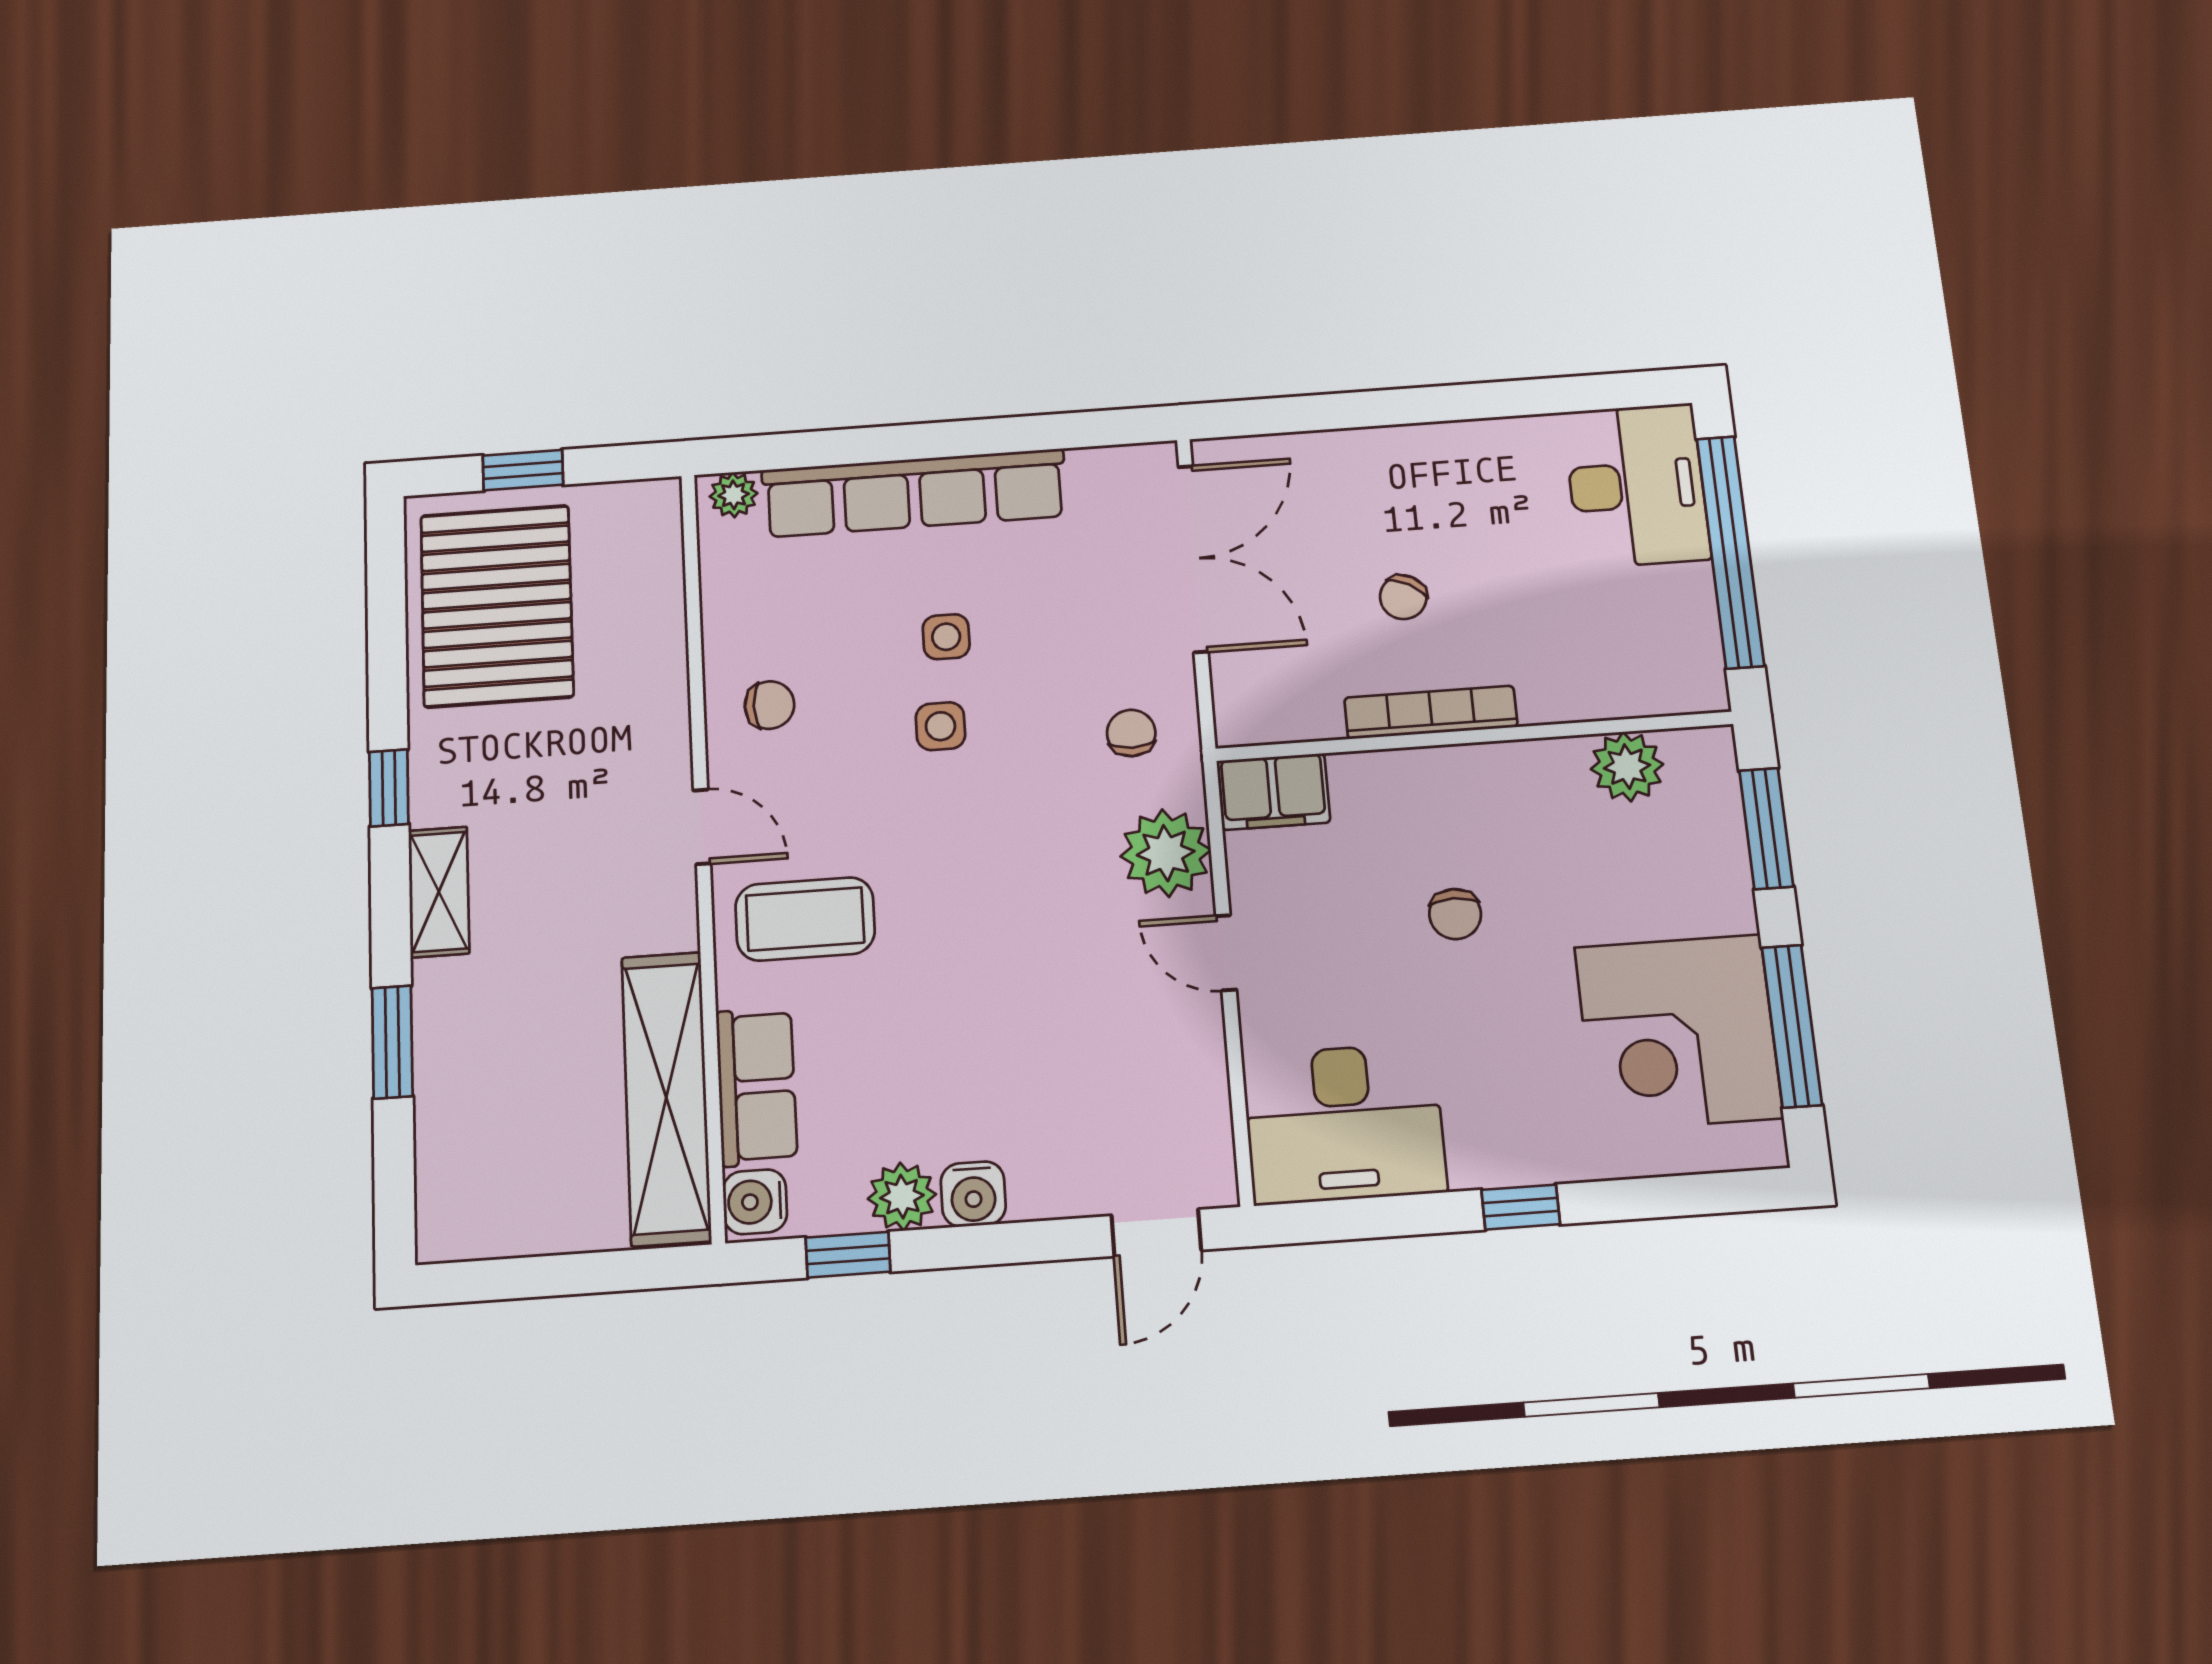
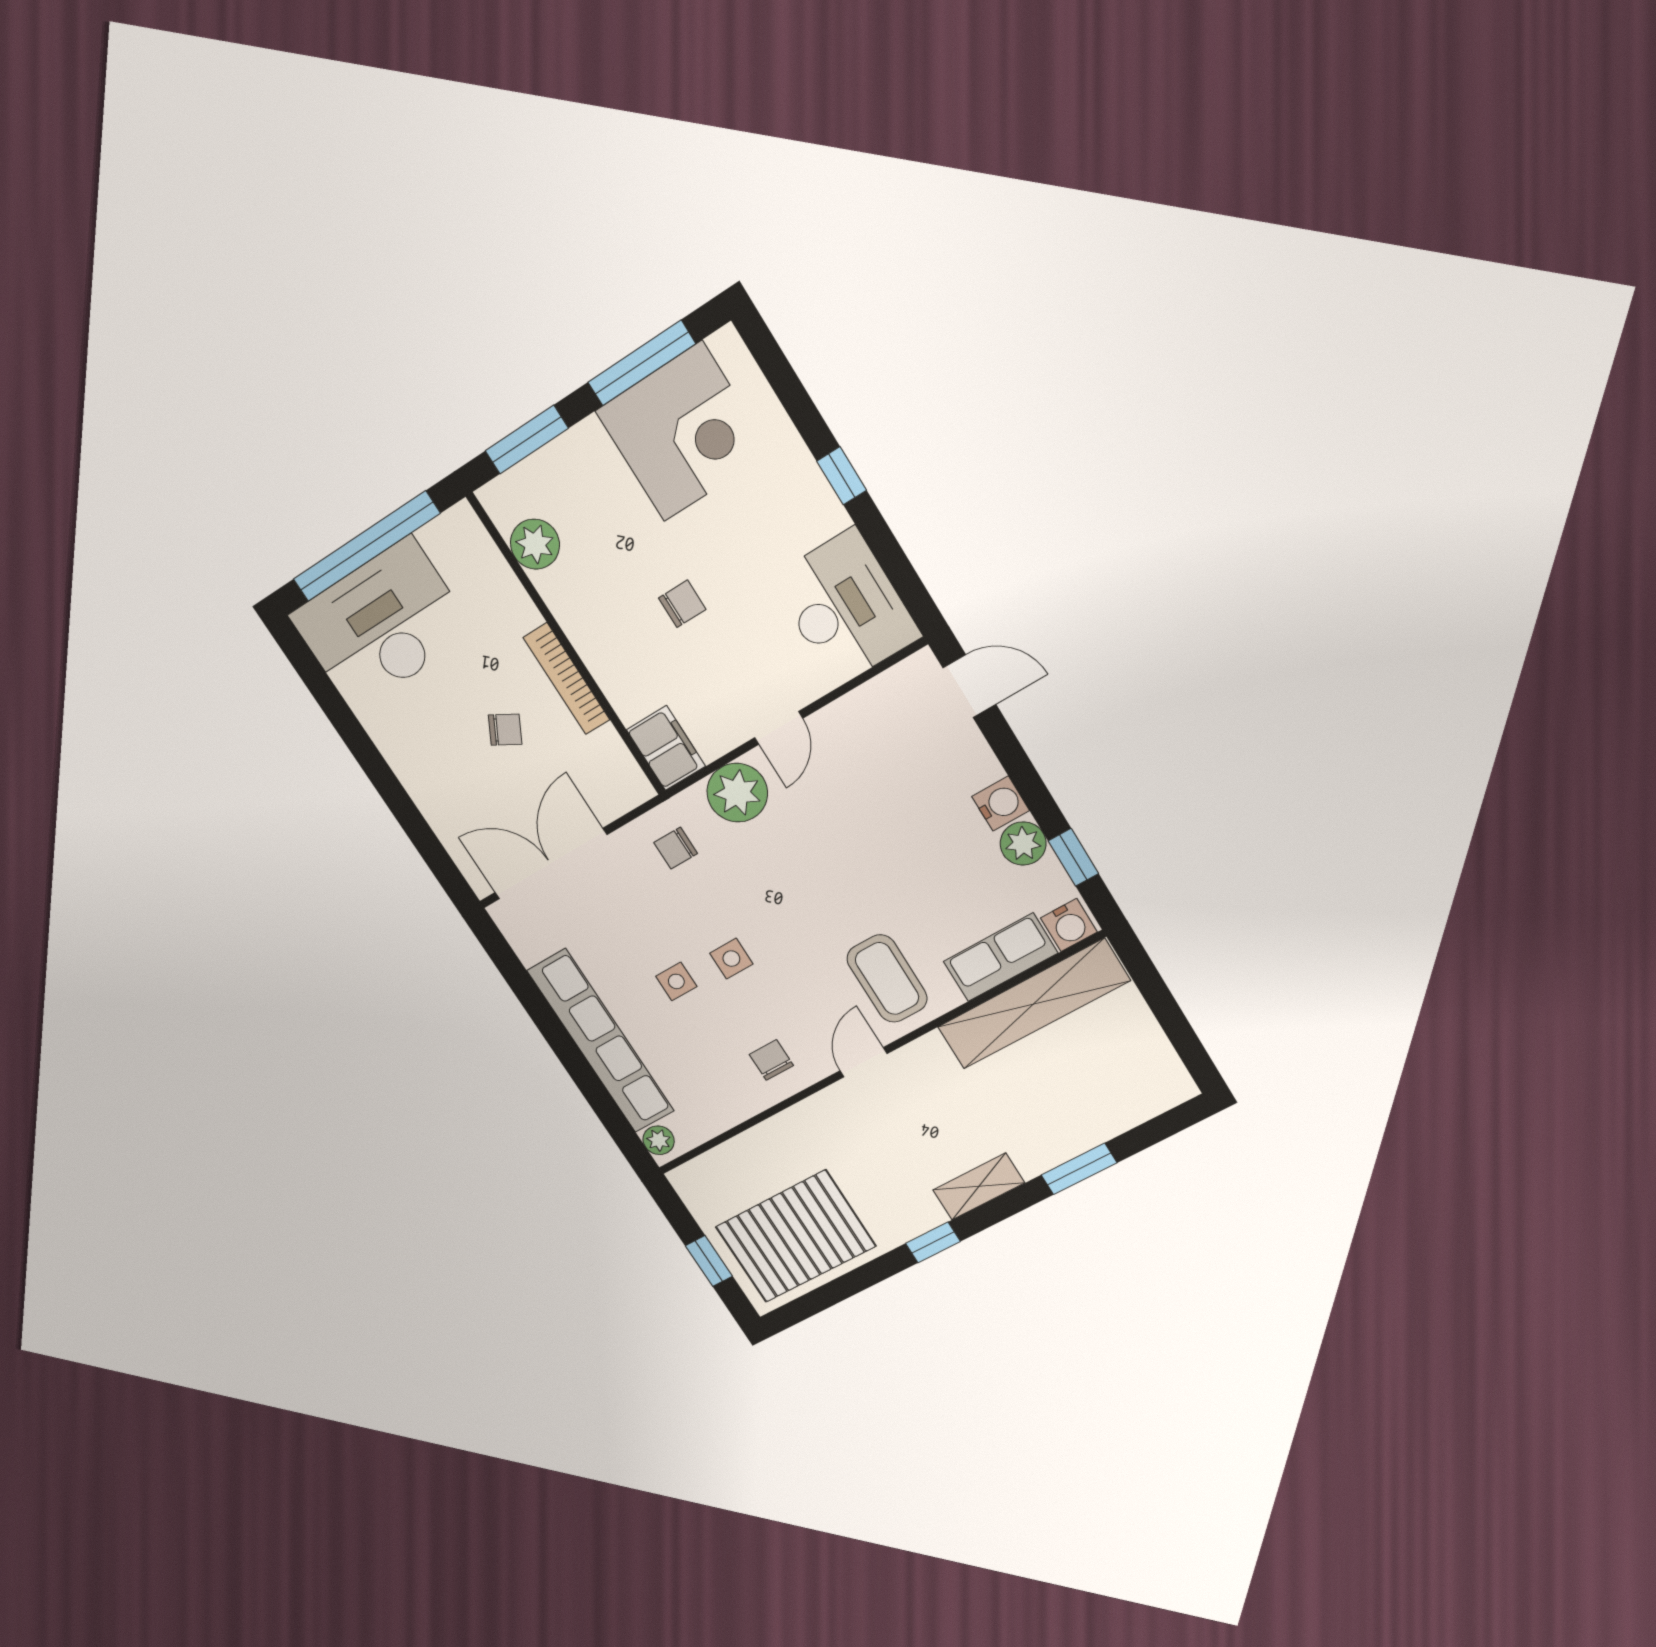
desk: (1636, 485) -> (382, 624), width x1.36, depth x1.30

